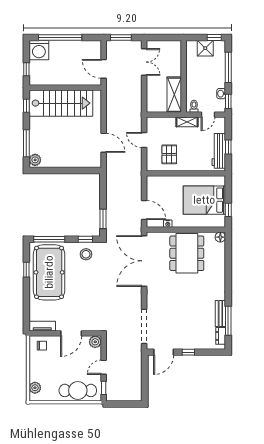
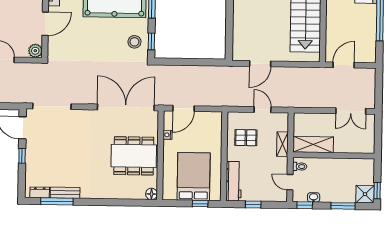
window: (121, 37) -> (379, 85), removed
shower: (205, 48) -> (365, 194), moved
window: (228, 67) -> (343, 206), width x0.69
shelving: (187, 122) -> (282, 144), moved
door: (144, 140) -> (263, 110), hinge flipped
workbench: (219, 151) -> (234, 181), moved, turned 90
window: (228, 210) -> (200, 204), moved
window: (103, 219) -> (174, 62), removed
door: (71, 333) -> (45, 24), swing flipped

